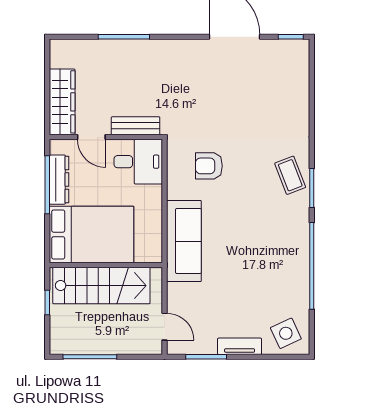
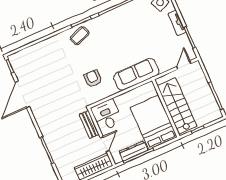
armchair: (209, 166) -> (93, 79), turned 180

